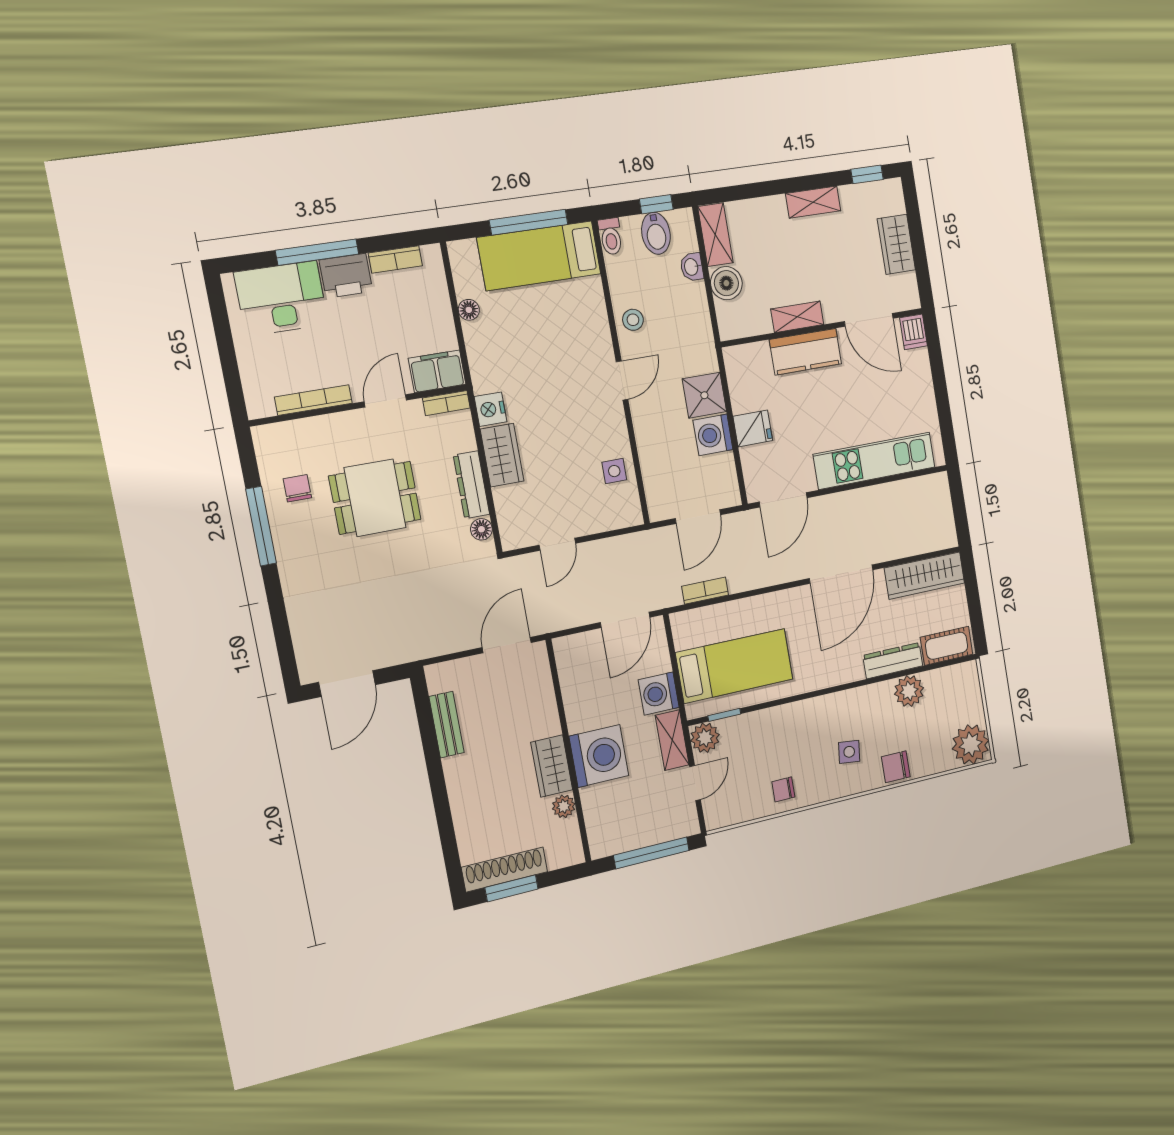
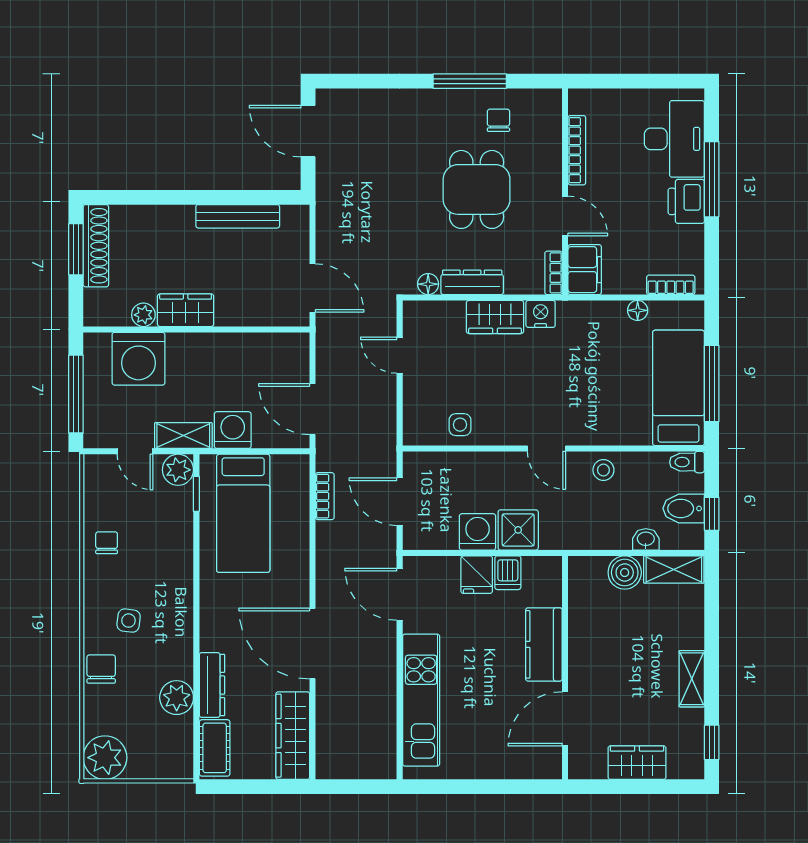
bookcase: (395, 259) -> (671, 285), moved, turned 90
shelving: (797, 317) -> (580, 642), removed
dishwasher: (913, 332) -> (508, 573), moved, turned -90
chair: (297, 488) -> (498, 120), turned -90
bench: (447, 725) -> (238, 216), width x1.36
washing machine: (599, 756) -> (138, 359), moved

